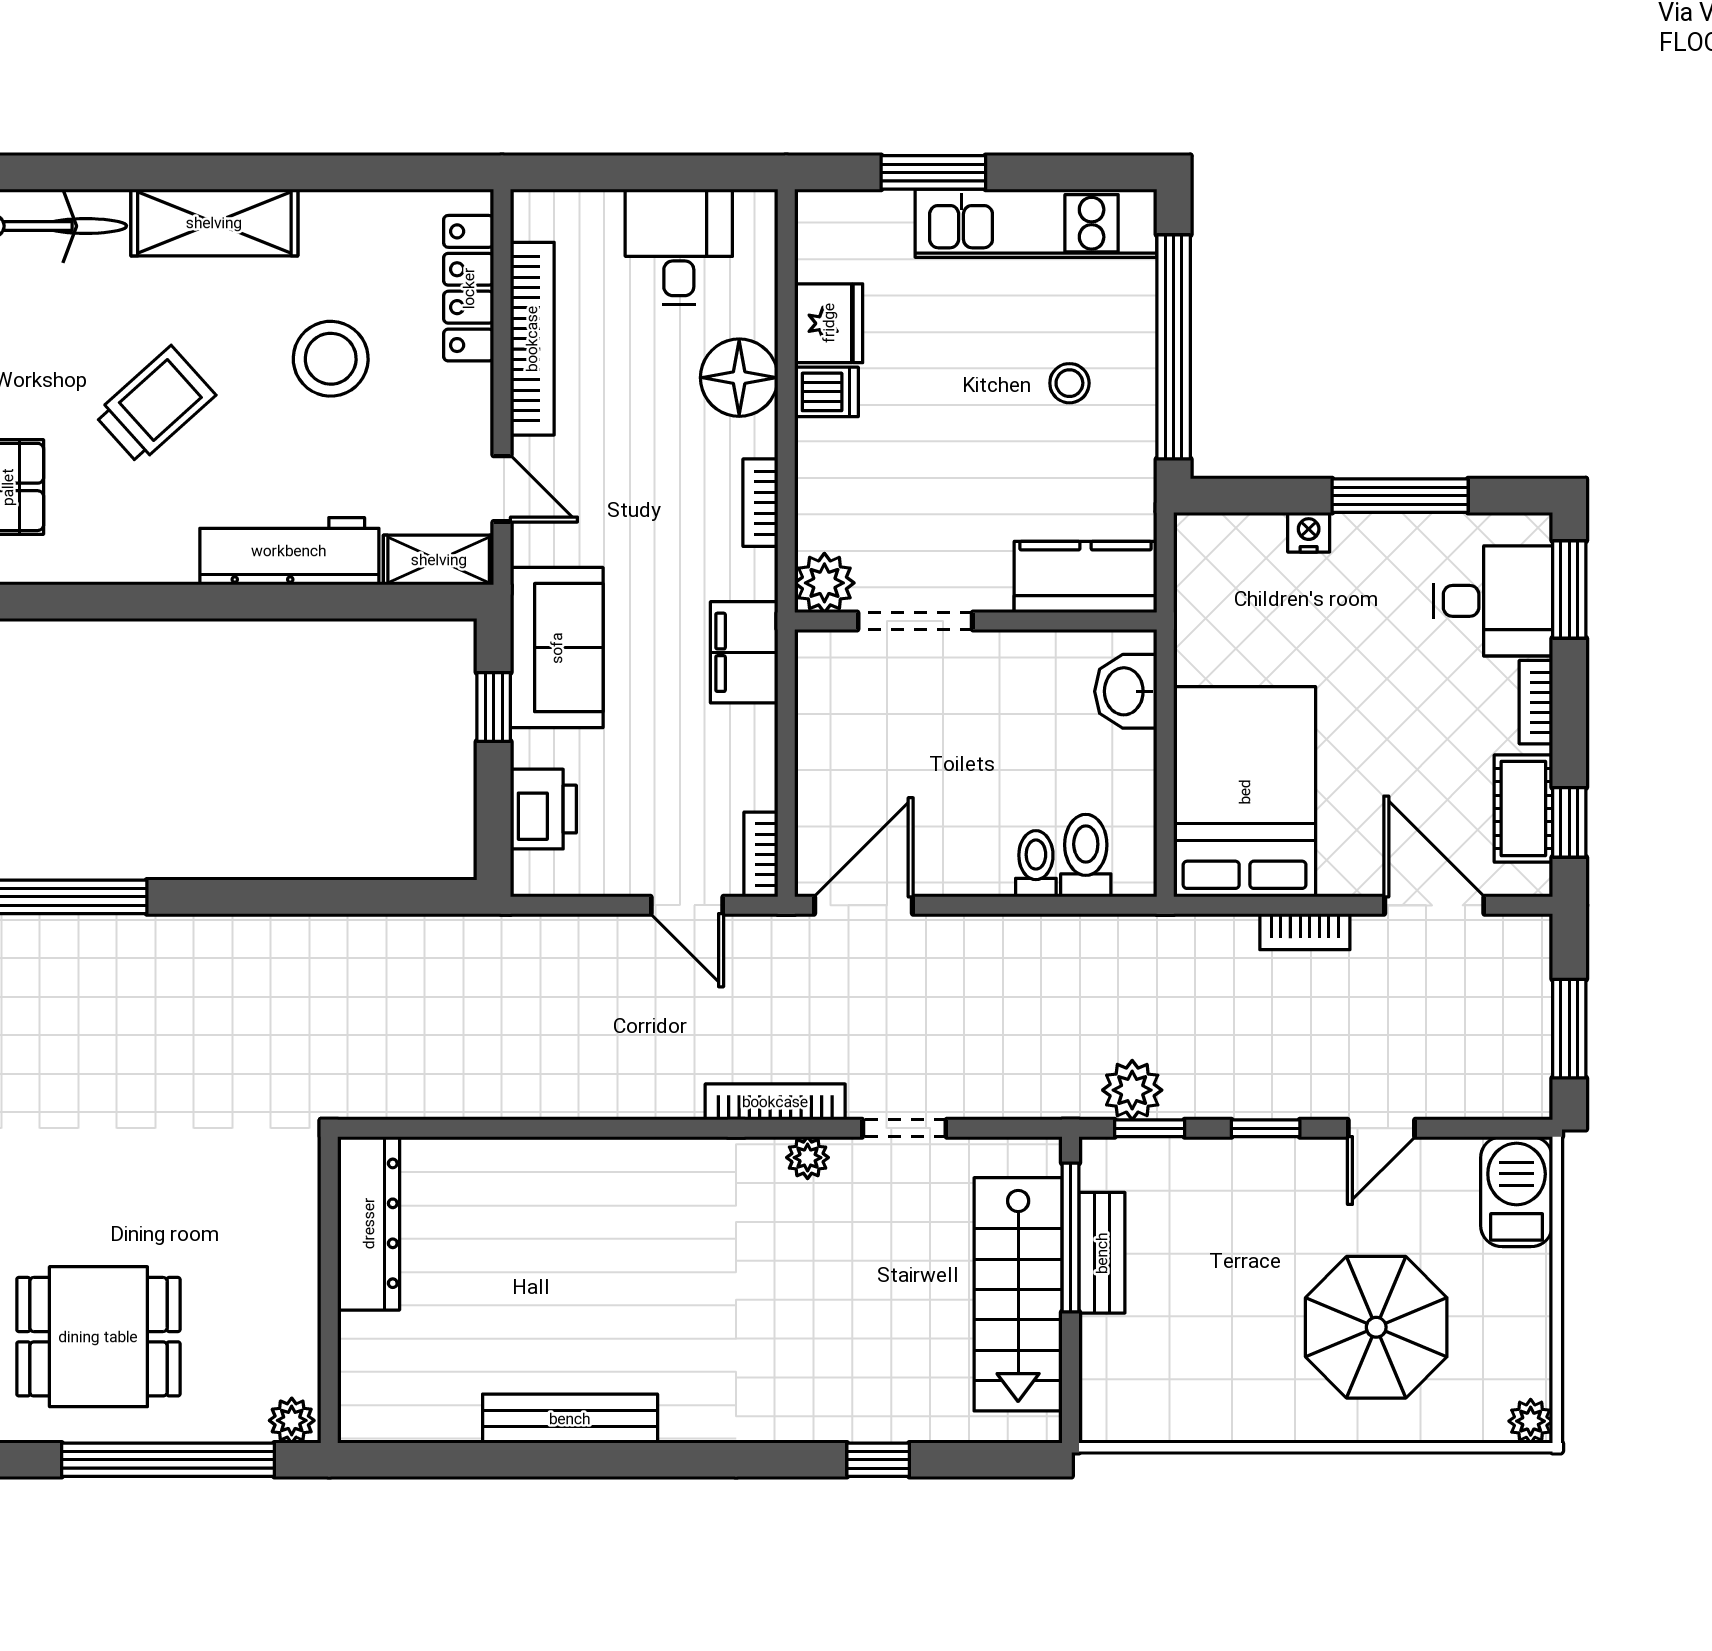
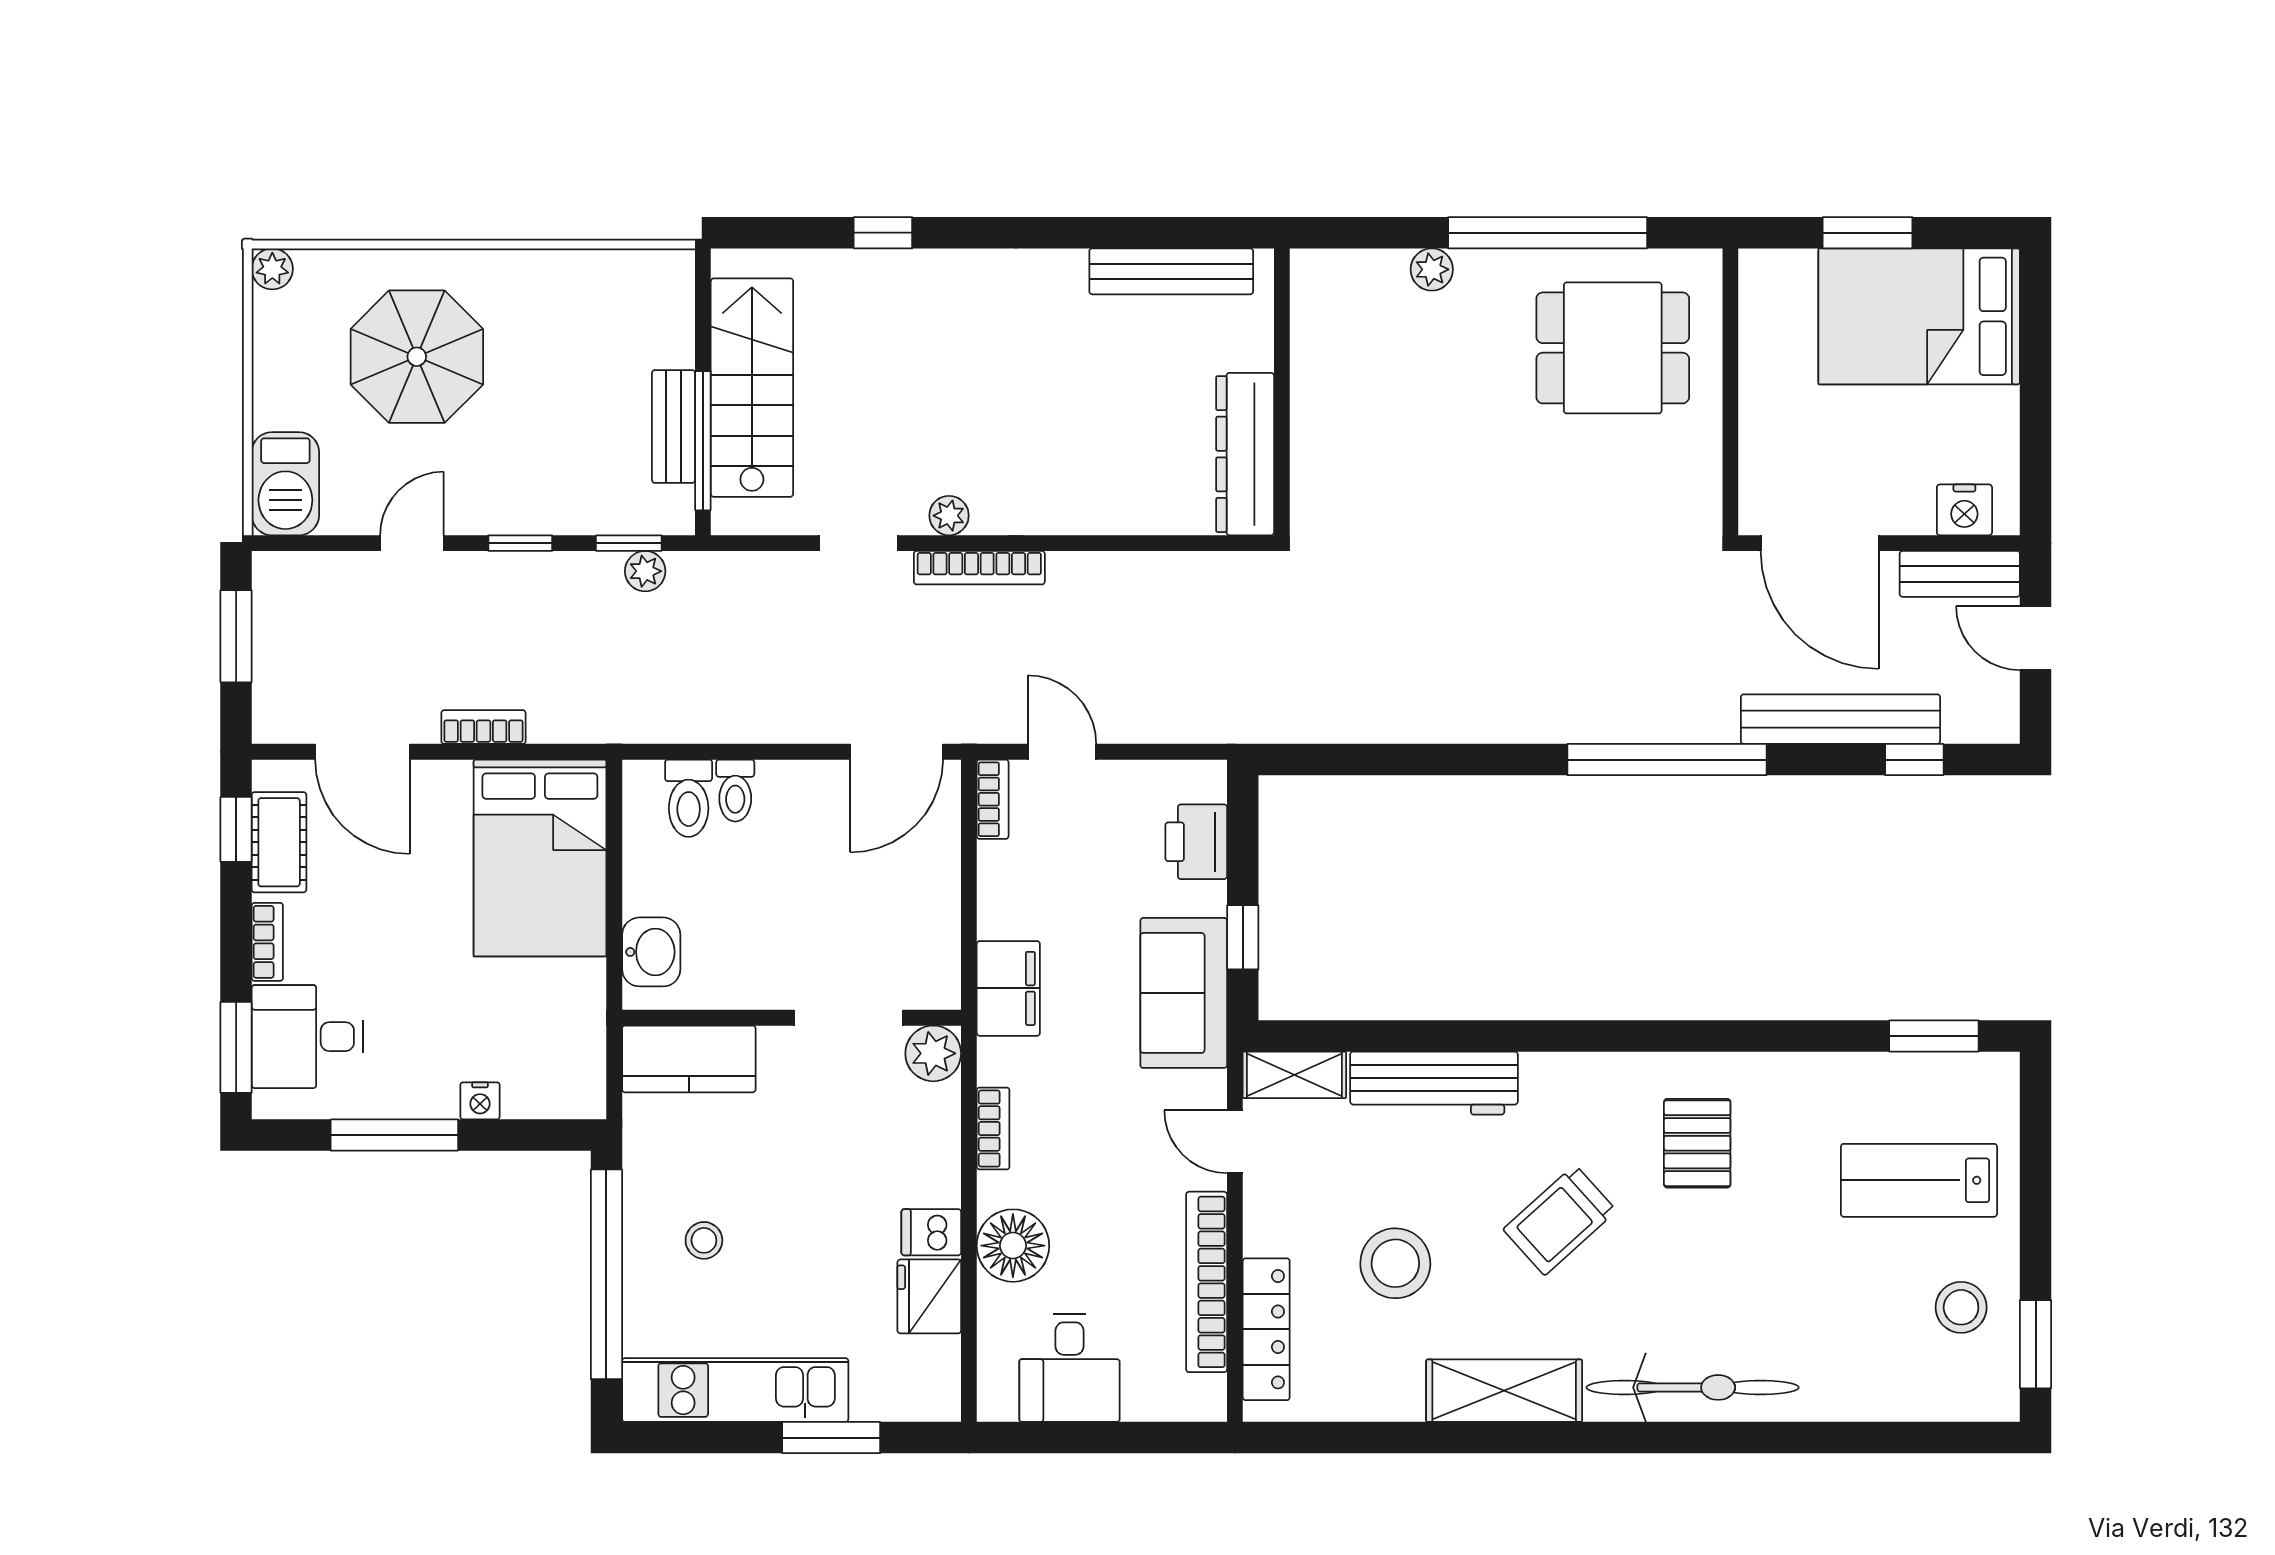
plant: (1132, 1090) -> (645, 571), width x0.73, depth x0.73
dresser: (369, 1223) -> (1245, 454), moved
wall: (329, 1290) -> (1282, 392), moved

